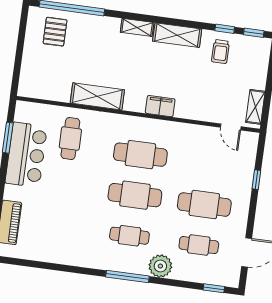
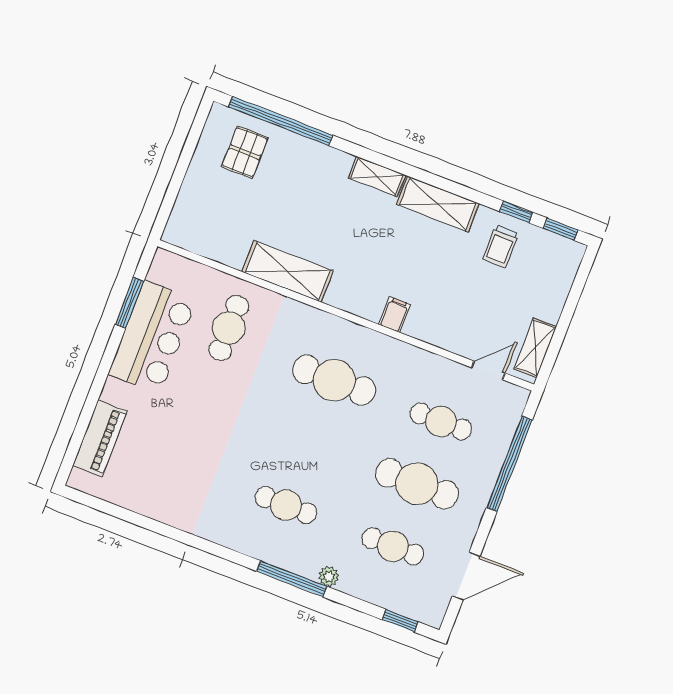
filing cabinet: (160, 106) -> (395, 315), width x0.50
door: (231, 127) -> (488, 370), swing flipped
window: (256, 180) -> (509, 464), width x3.17
cafe table: (135, 195) -> (441, 421), moved, width x0.73, depth x0.74
plant: (160, 266) -> (329, 577), width x0.53, depth x0.53
window: (127, 277) -> (292, 579), moved

